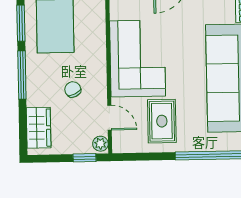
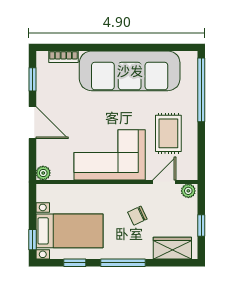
window: (21, 23) -> (75, 263), width x0.67
rug: (162, 121) -> (168, 133), turned 90
window: (85, 158) -> (201, 225), moved

